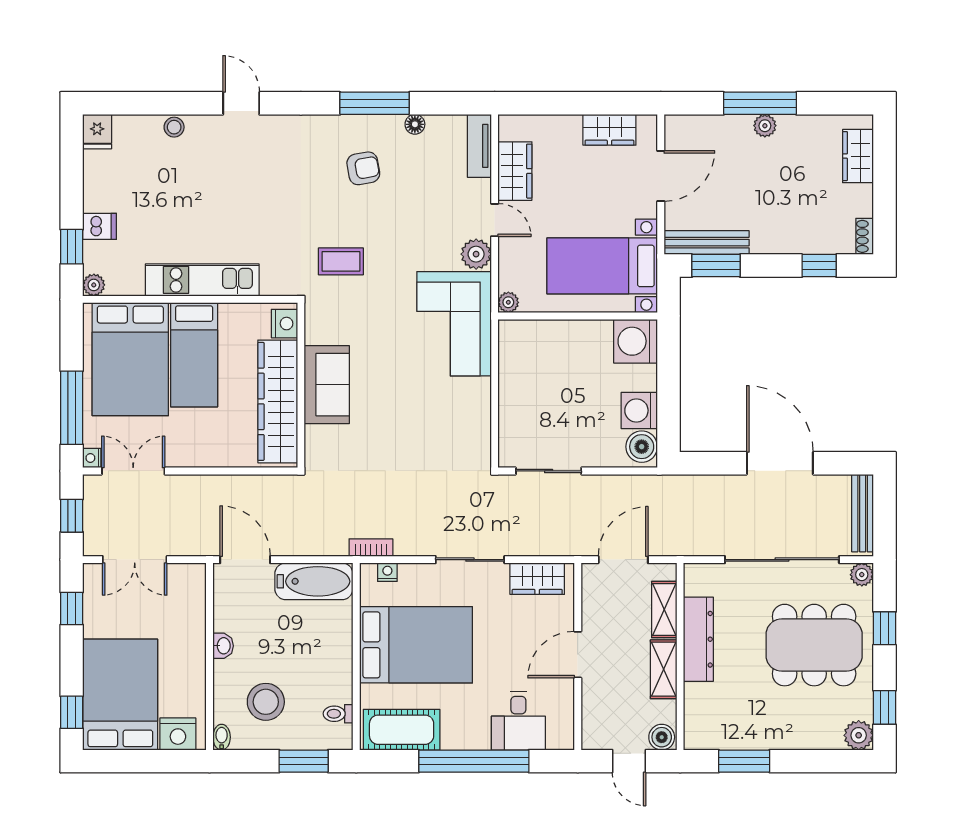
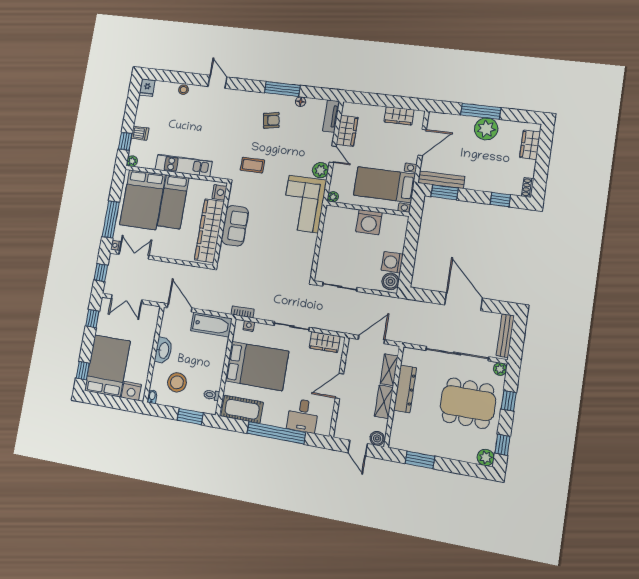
plant: (765, 126) -> (486, 129), width x1.87, depth x1.87
washing machine: (636, 341) -> (369, 222), moved, turned -90
washbasin: (223, 646) -> (163, 350), width x1.91, depth x1.45

